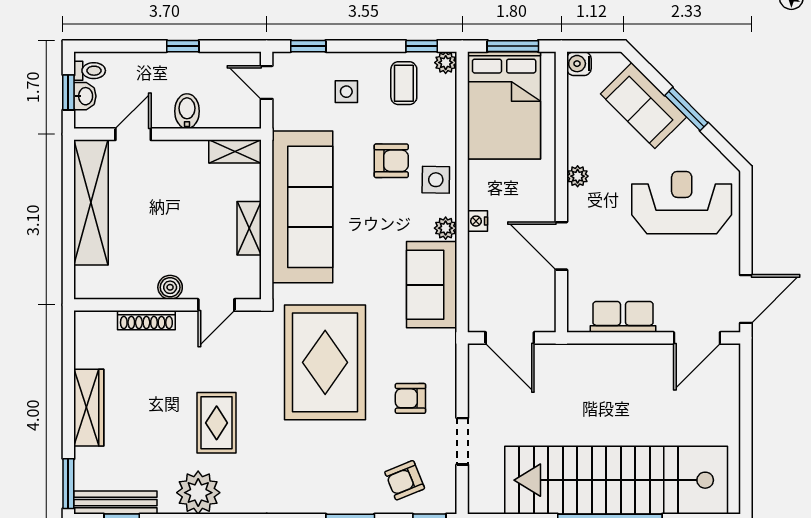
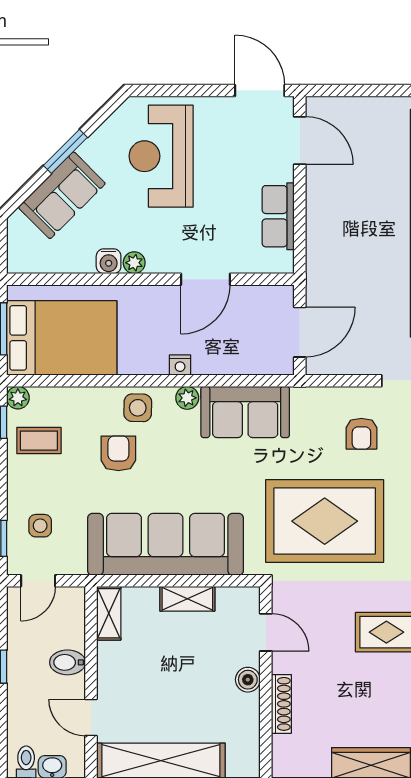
water cooler: (579, 64) -> (109, 261), moved
side table: (346, 92) -> (40, 526), moved

